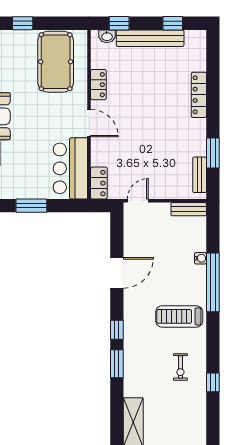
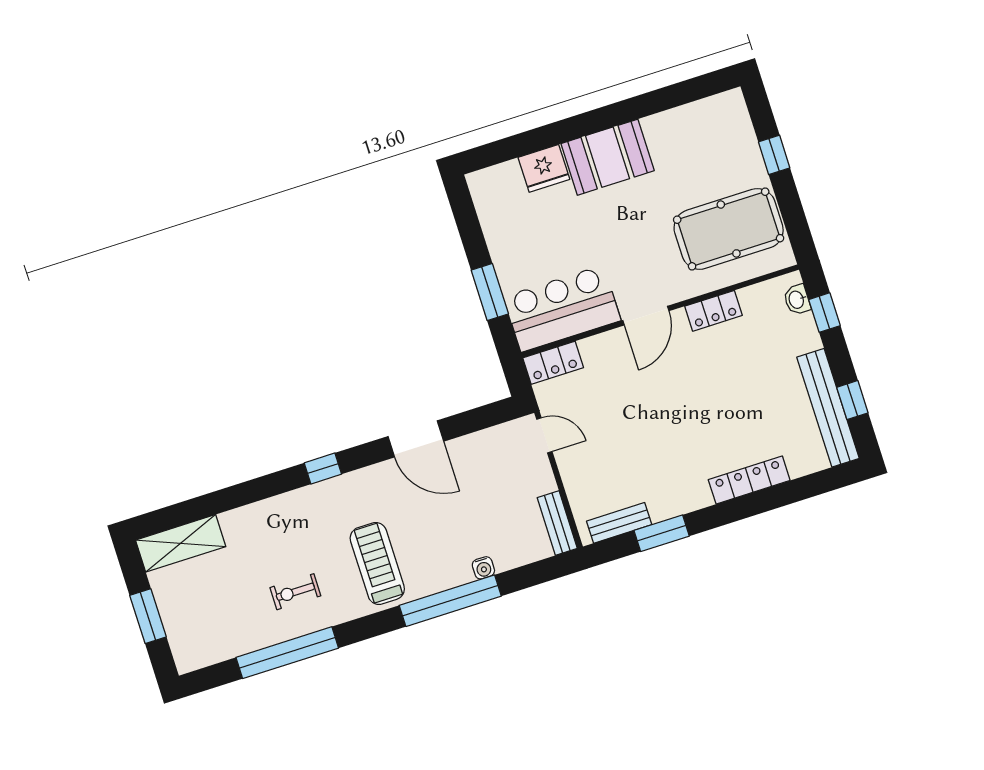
bench: (150, 38) -> (828, 408), moved
window: (31, 206) -> (490, 292), moved
window: (117, 364) -> (268, 486), removed
window: (213, 382) -> (287, 653), width x3.17

